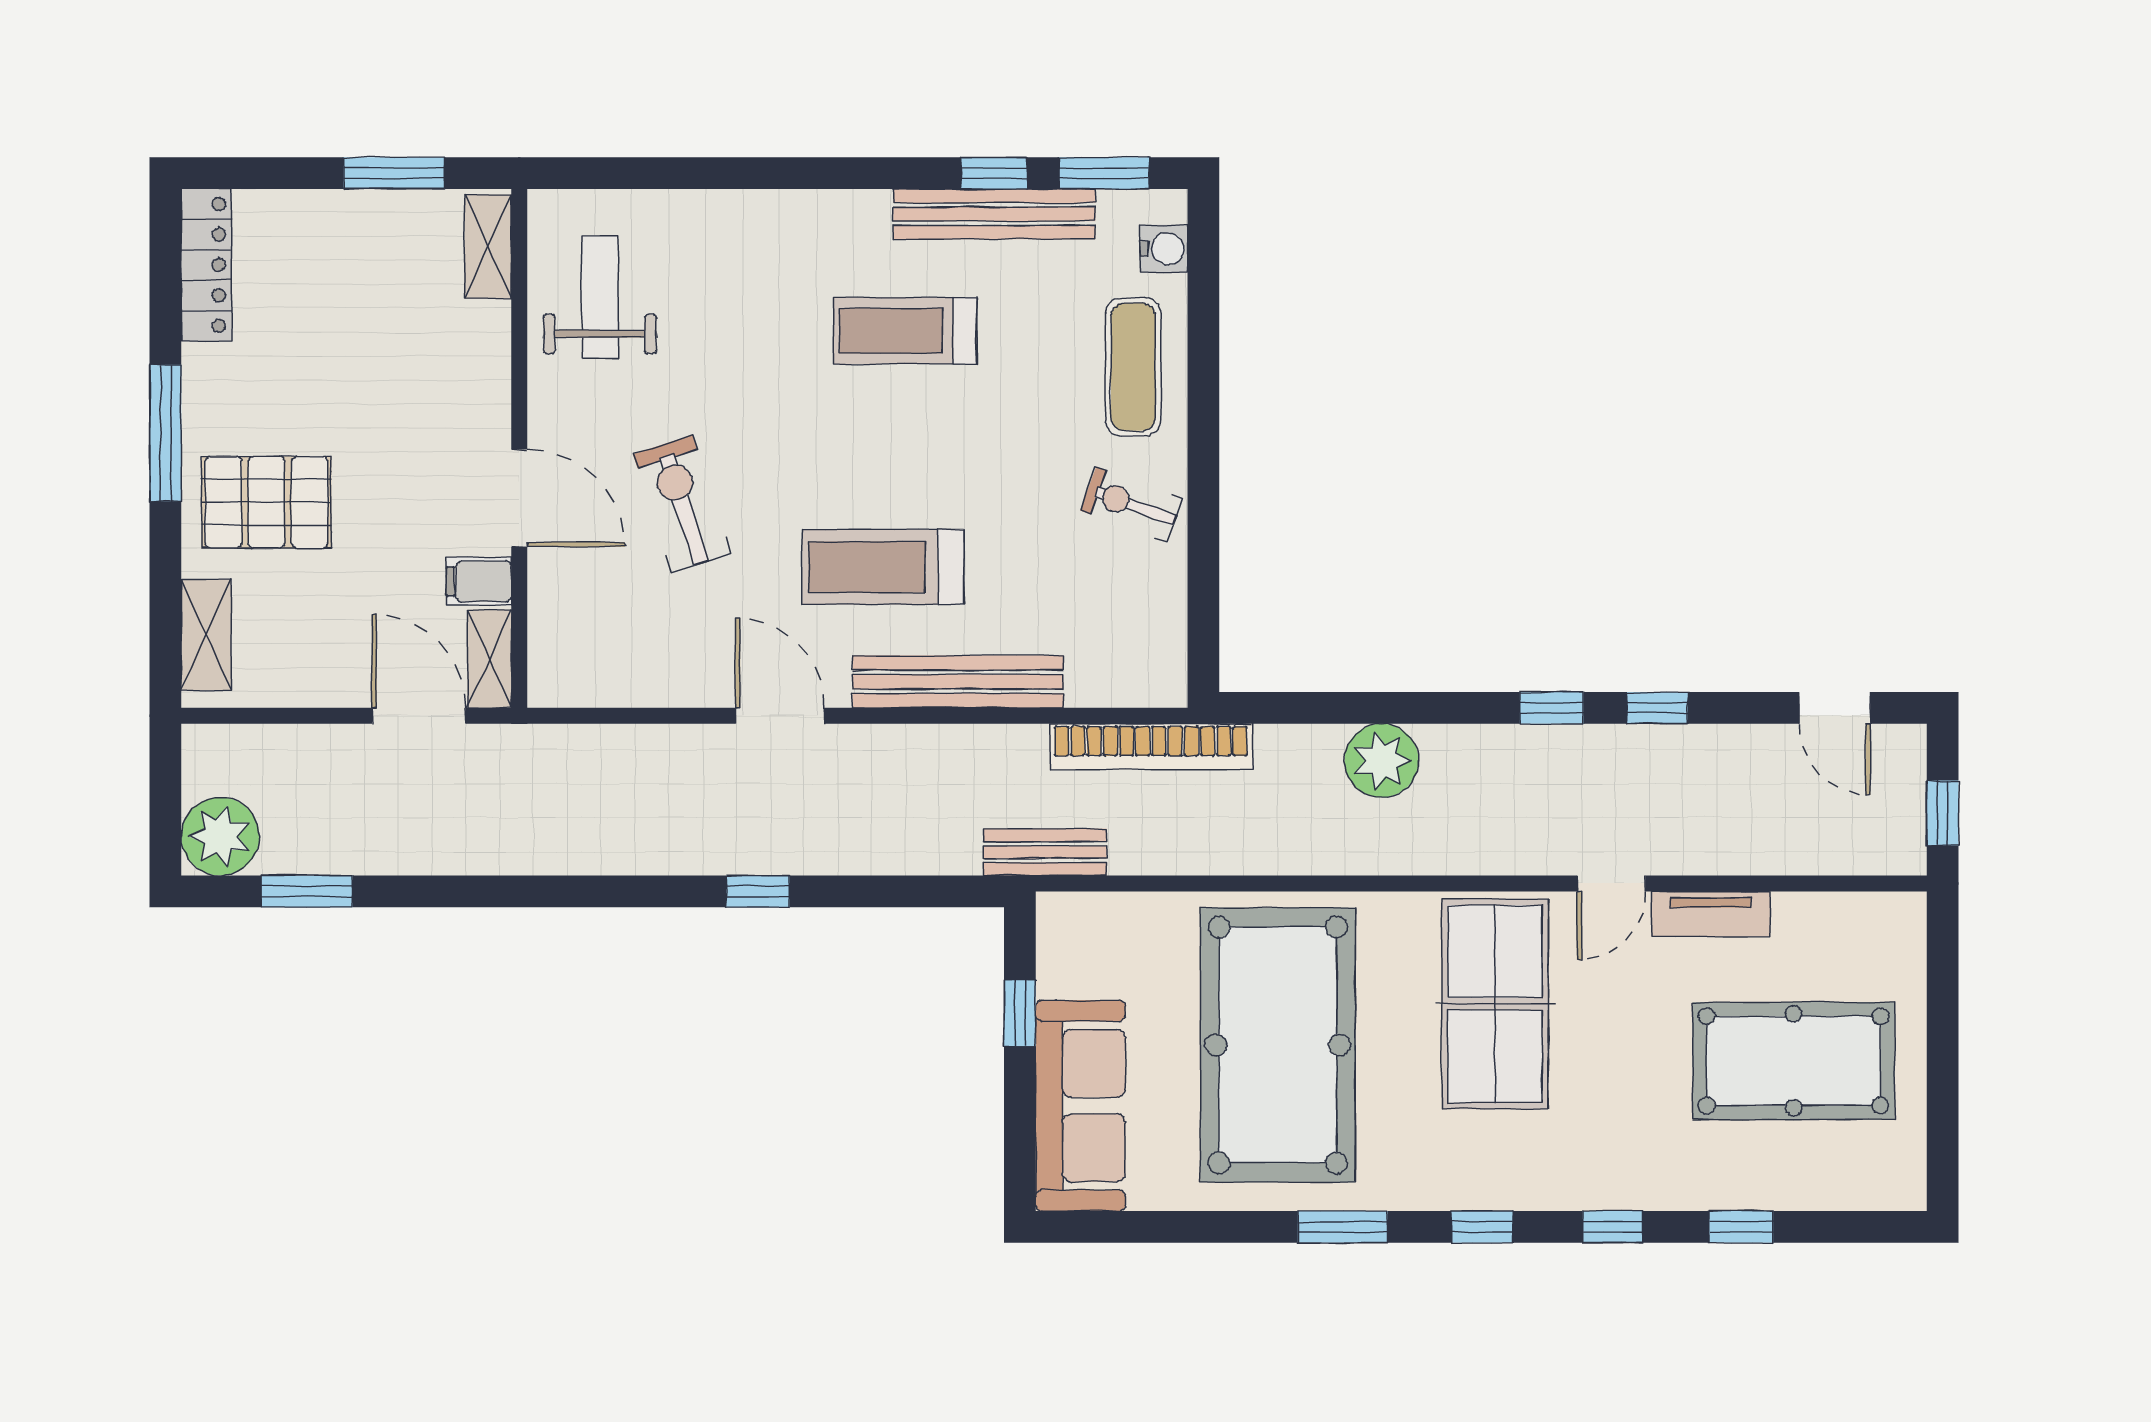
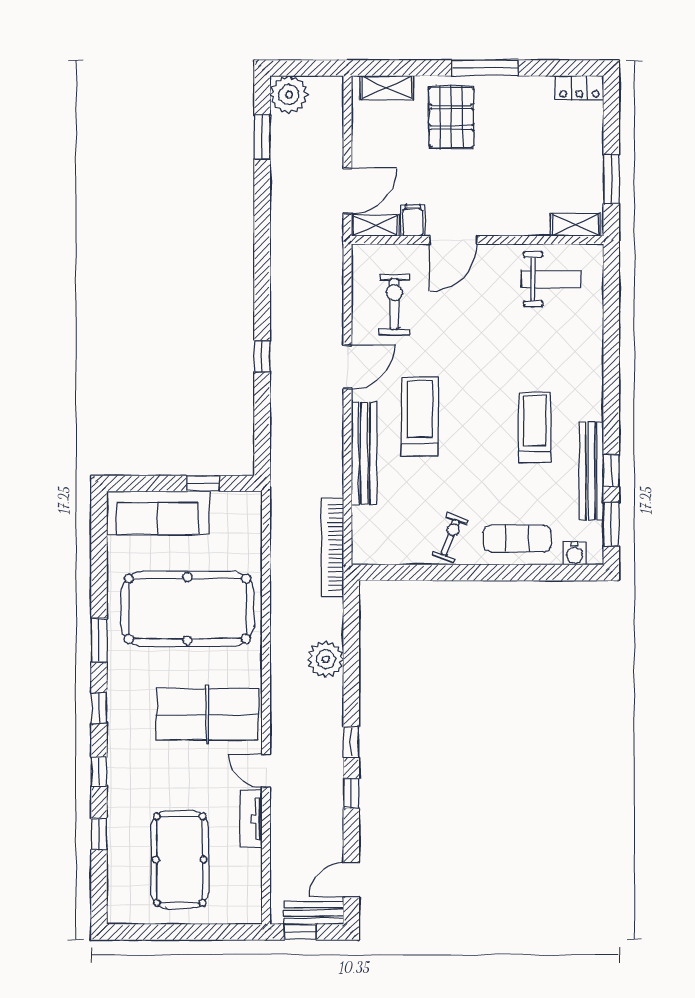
locker: (206, 265) -> (579, 88), width x0.66
exercise bike: (682, 504) -> (394, 304), moved, turned -72
bench: (1045, 852) -> (314, 913), moved, turned 90

